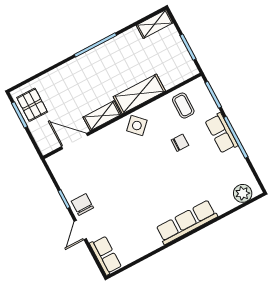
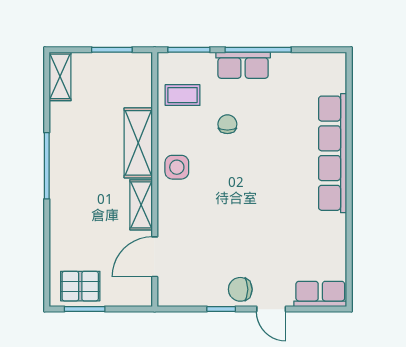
side table: (137, 126) -> (177, 167), turned 45
plant: (243, 193) -> (334, 79), removed
row of seats: (187, 222) -> (333, 153), width x1.36

